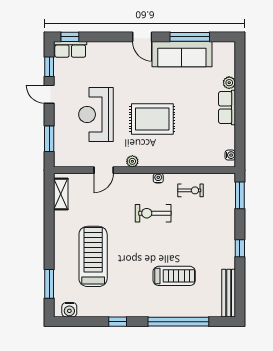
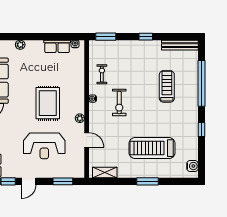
row of seats: (227, 108) -> (57, 46), moved
window: (49, 284) -> (148, 181), moved

